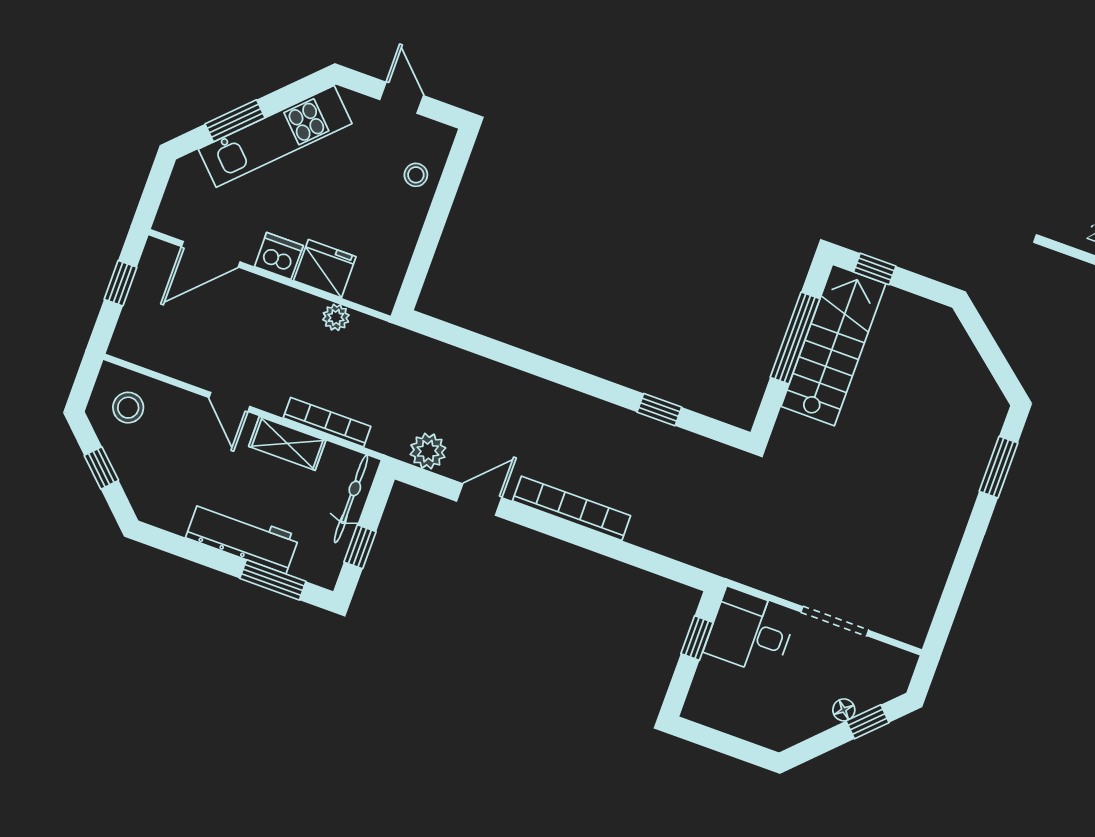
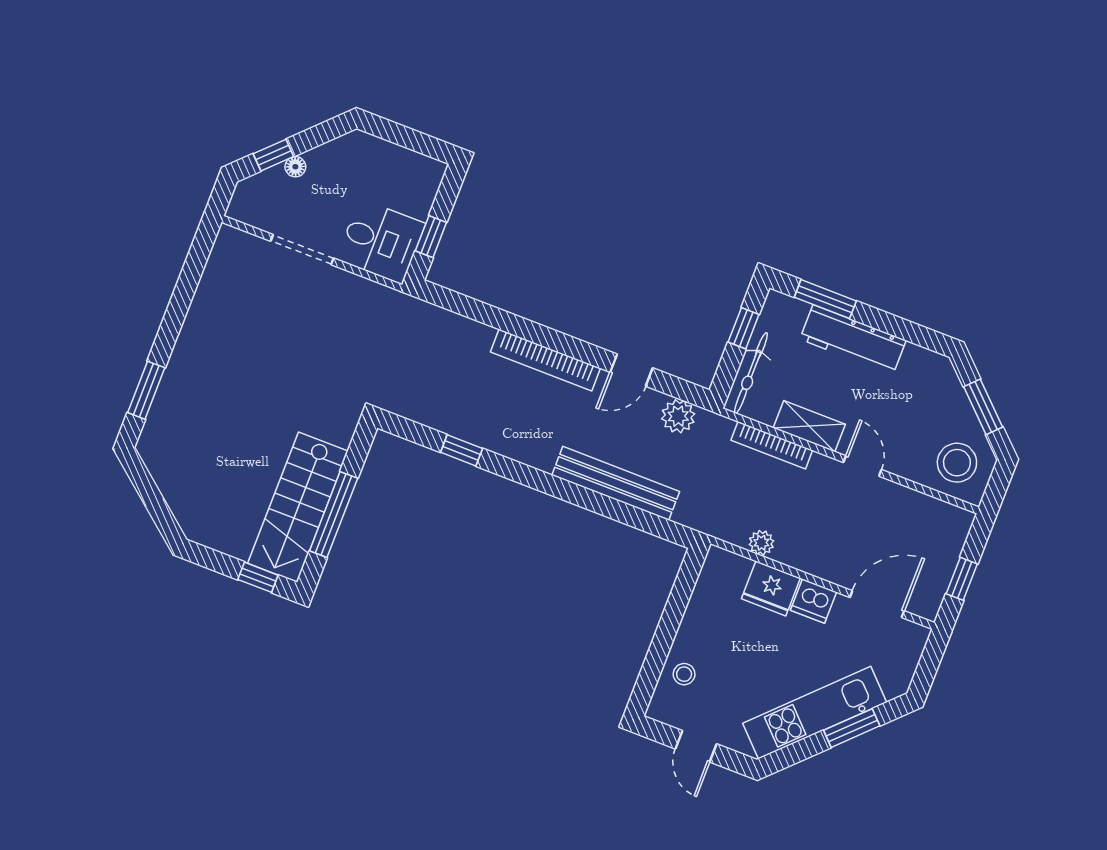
bench: (493, 378) -> (616, 483), added
stool: (128, 408) -> (957, 463), width x1.38, depth x1.38
window: (101, 468) -> (983, 407), width x1.50

